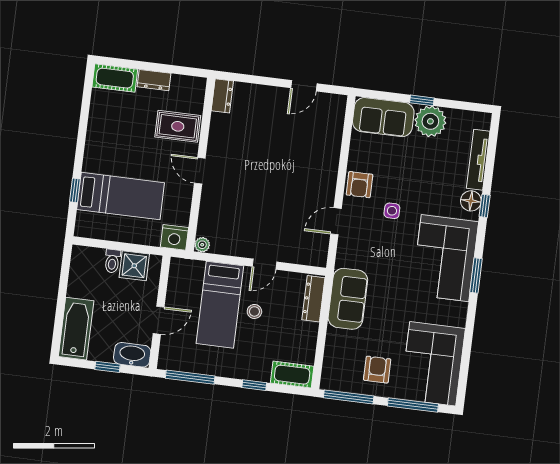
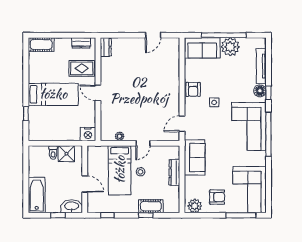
dresser: (154, 80) -> (81, 43), moved
window: (422, 100) -> (224, 35), width x3.17
bed: (121, 196) -> (53, 94), moved
door: (336, 221) -> (182, 124), moved
plant: (202, 245) -> (120, 136), moved
window: (476, 276) -> (268, 134), width x2.11
dresser: (313, 299) -> (174, 172), moved
door: (159, 320) -> (85, 184), hinge flipped
armchair: (377, 370) -> (217, 197), turned 90
cot: (292, 375) -> (151, 206), moved
window: (190, 377) -> (107, 215), width x0.46
plant: (338, 380) -> (195, 206), added
window: (349, 397) -> (202, 215), removed

